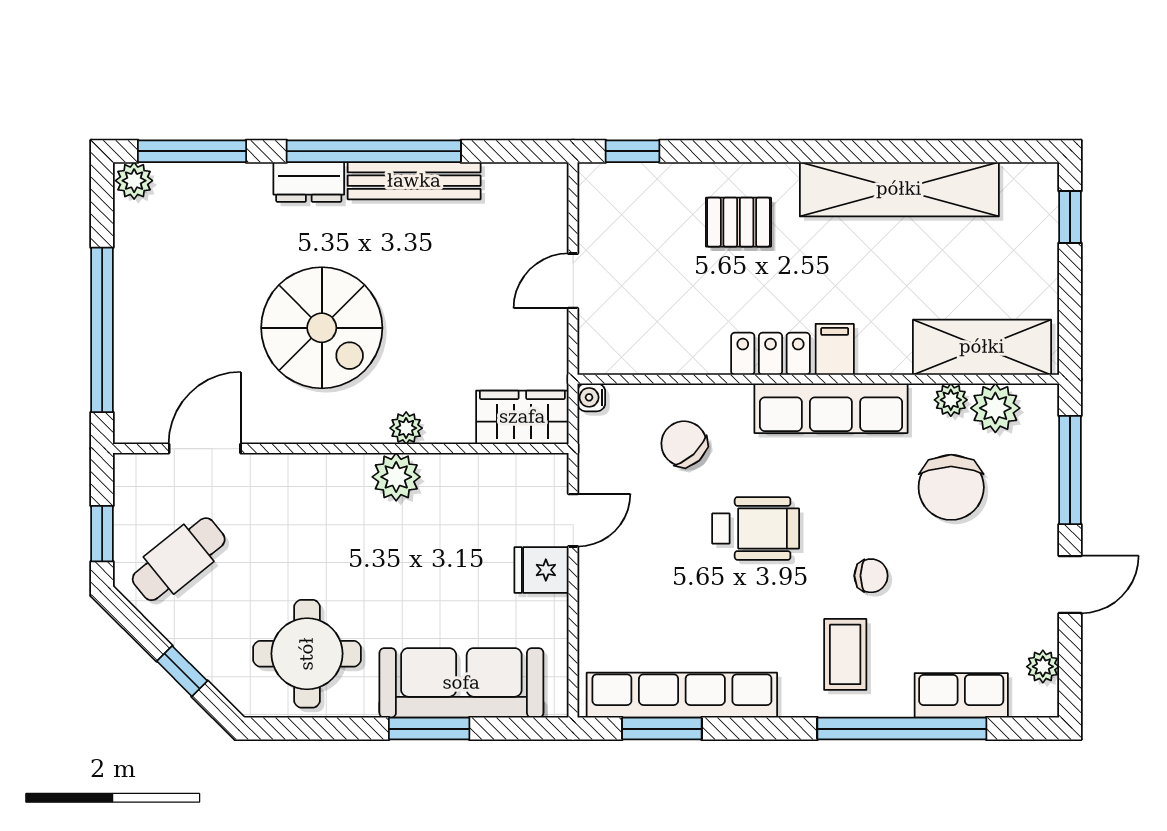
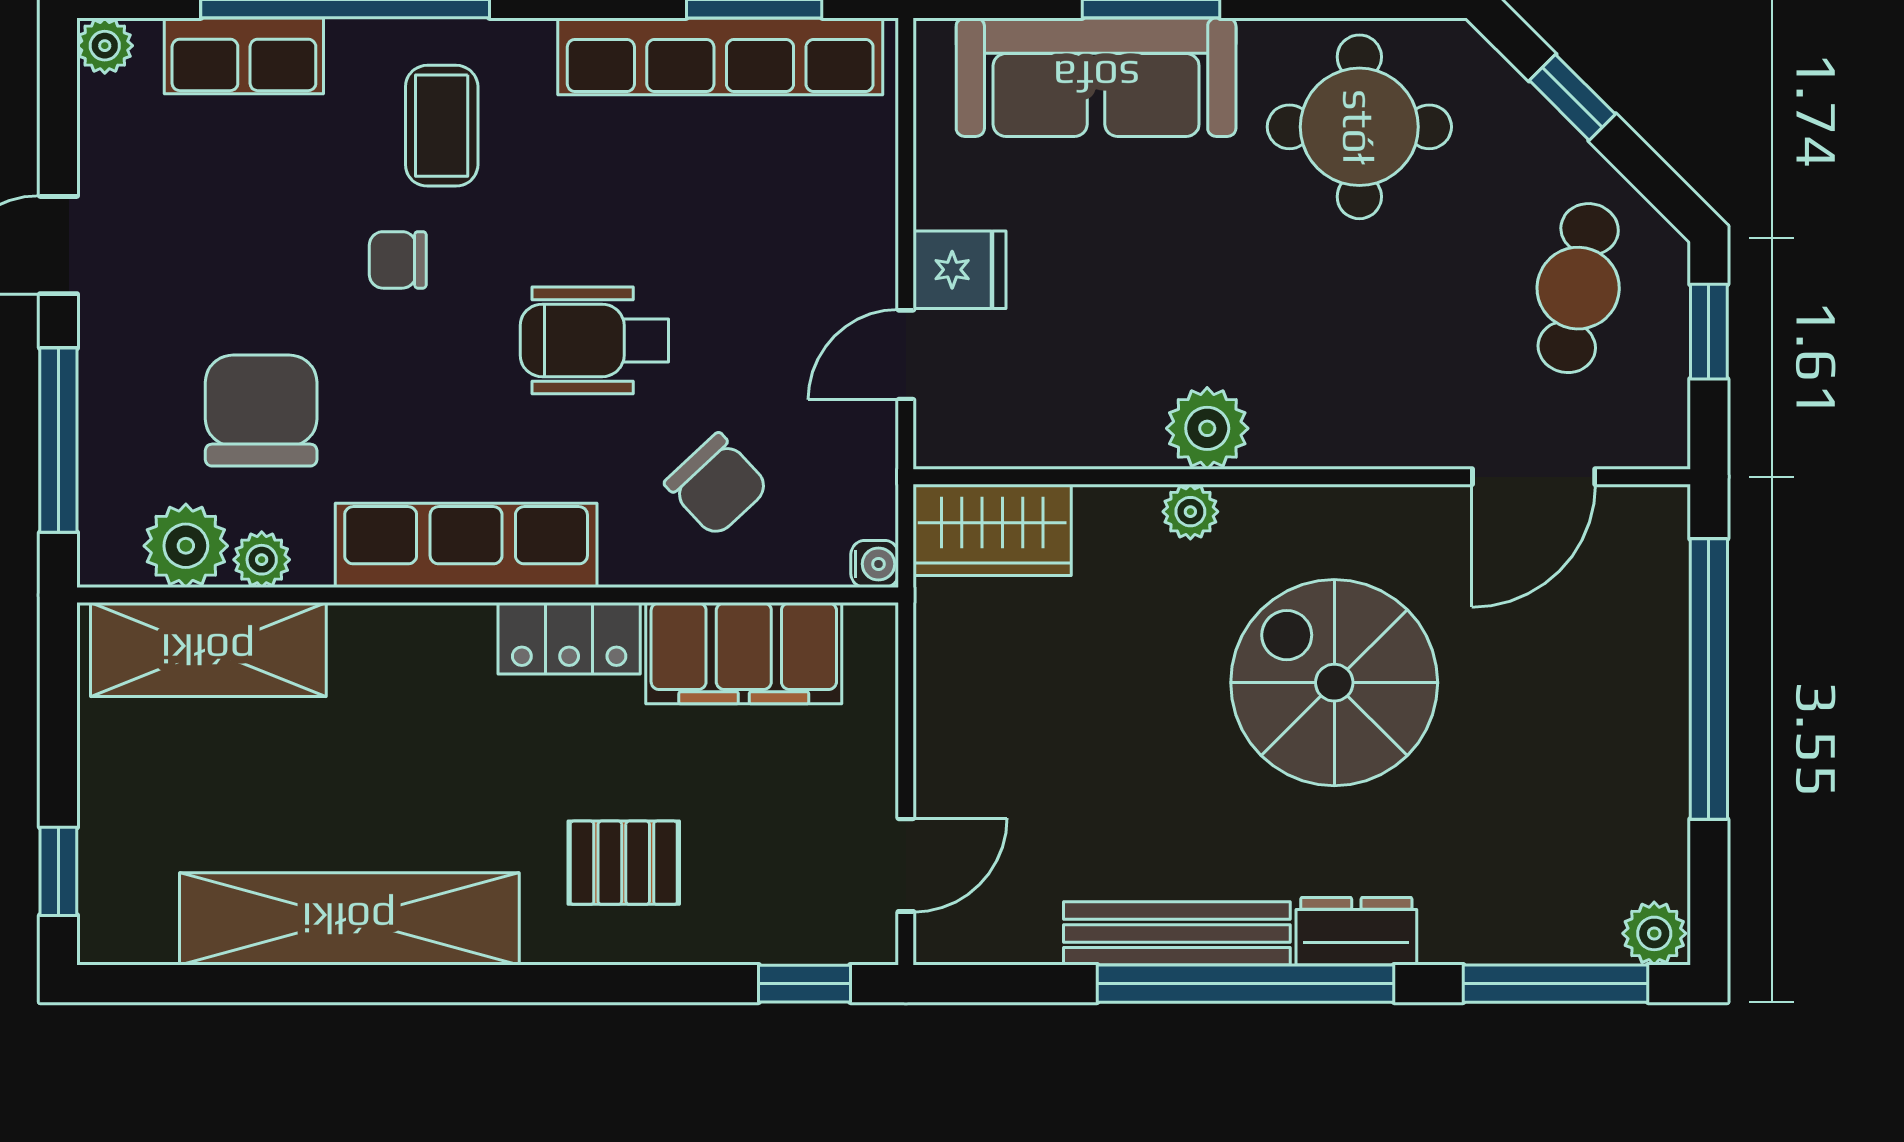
door: (573, 281) -> (906, 865), moved
filing cabinet: (835, 349) -> (744, 653), moved, width x3.00, depth x1.17
cafe table: (179, 559) -> (1578, 288), turned -40
plant: (1043, 667) -> (105, 46), moved

